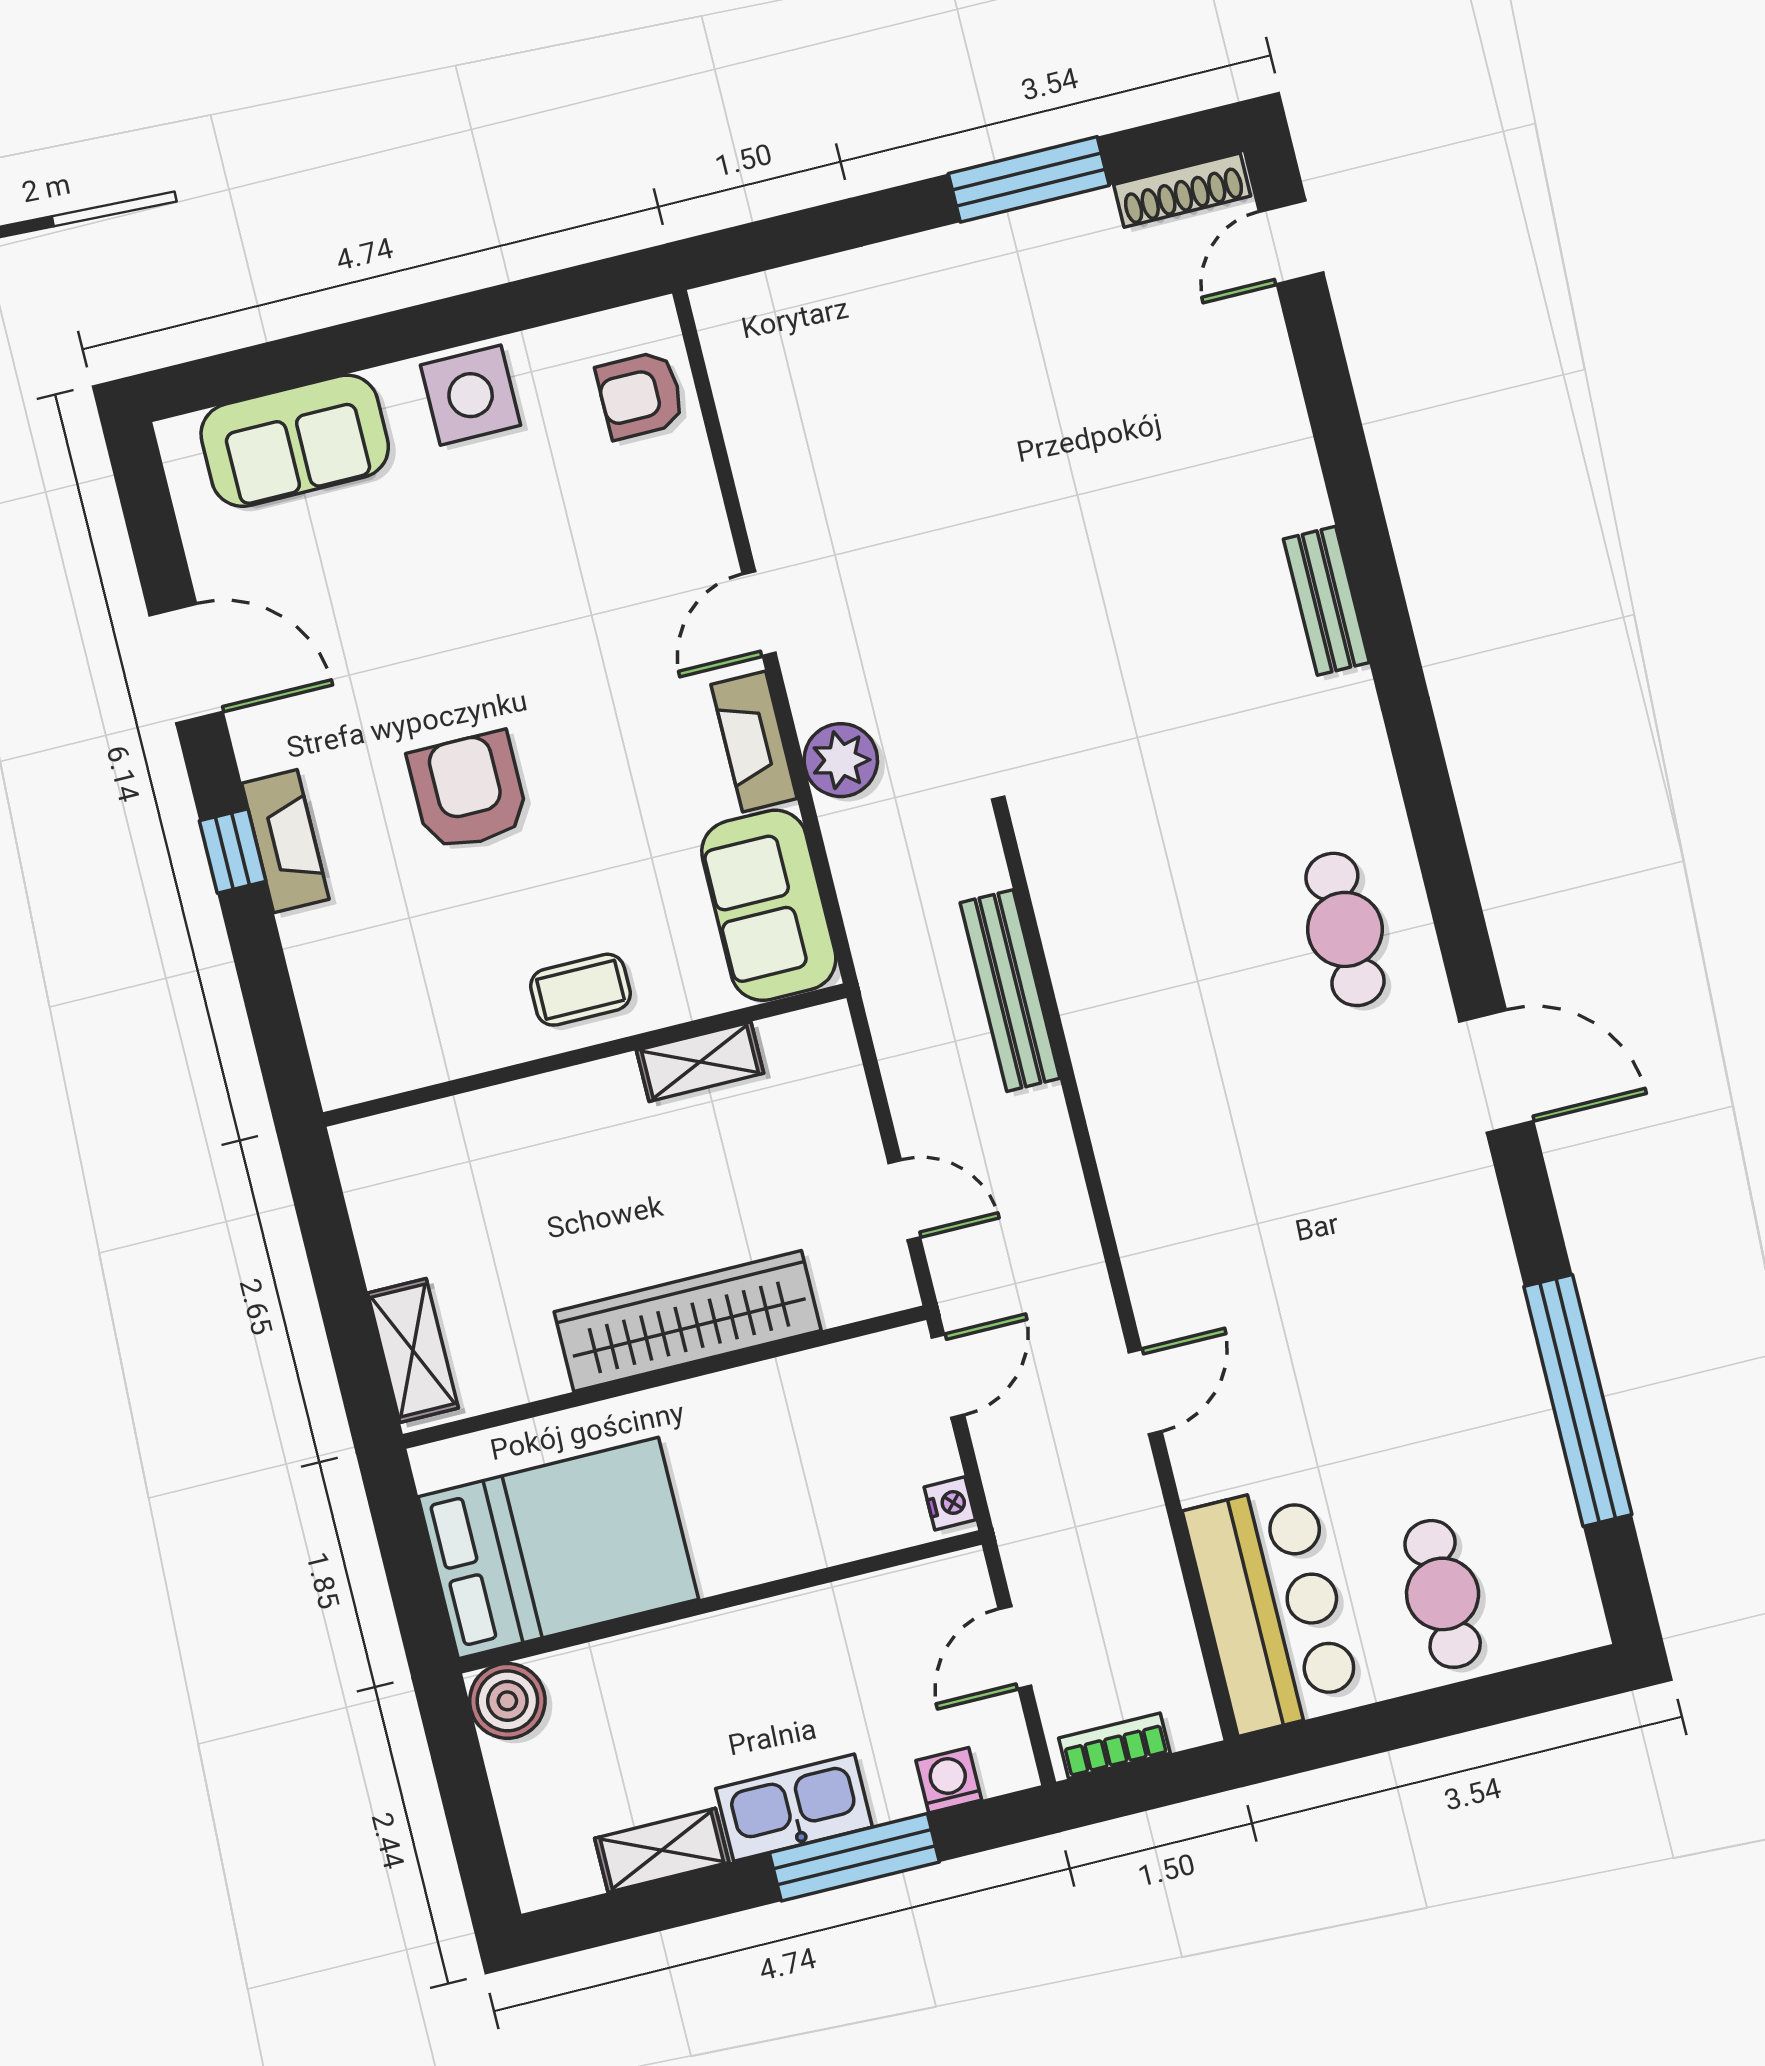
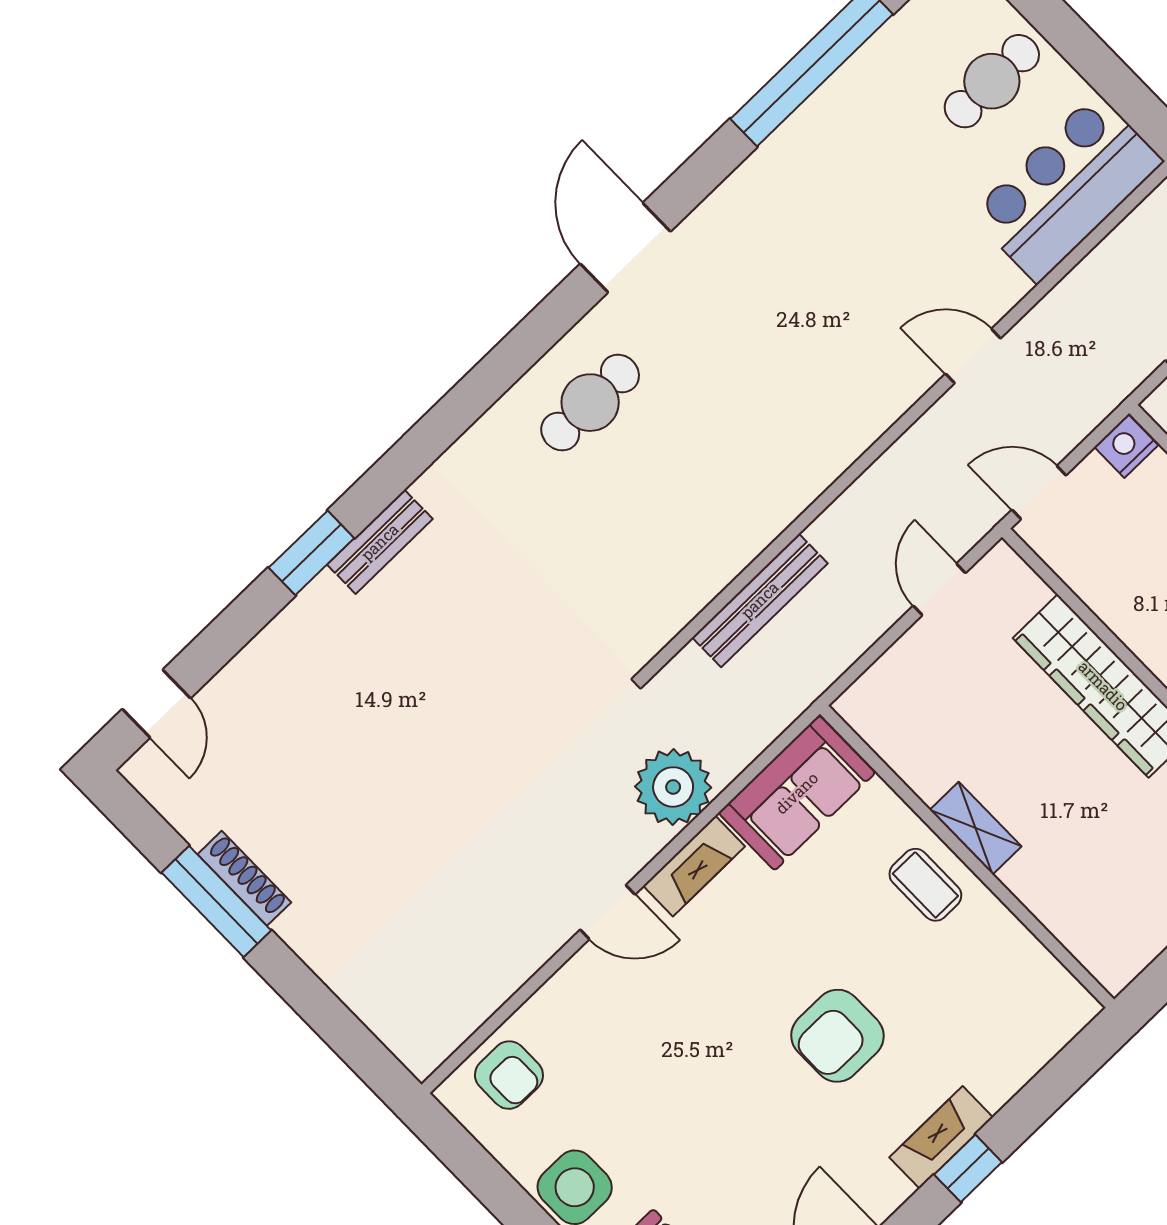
shoe rack: (1182, 190) -> (244, 878), moved
door: (1291, 242) -> (156, 704), hinge flipped
window: (1359, 516) -> (311, 553), added
plant: (841, 760) -> (673, 787), width x1.36, depth x1.36
shelving: (700, 1062) -> (976, 828), moved
nightstand: (950, 1503) -> (1126, 446), width x1.39, depth x1.35

